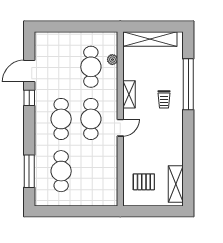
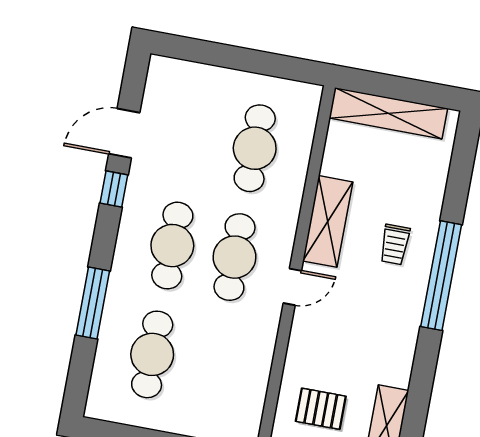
plant: (112, 60) -> (303, 141), removed
window: (188, 84) -> (441, 276), moved
shelving: (129, 94) -> (328, 221), width x1.50, depth x1.33
window: (29, 171) -> (93, 303), moved

